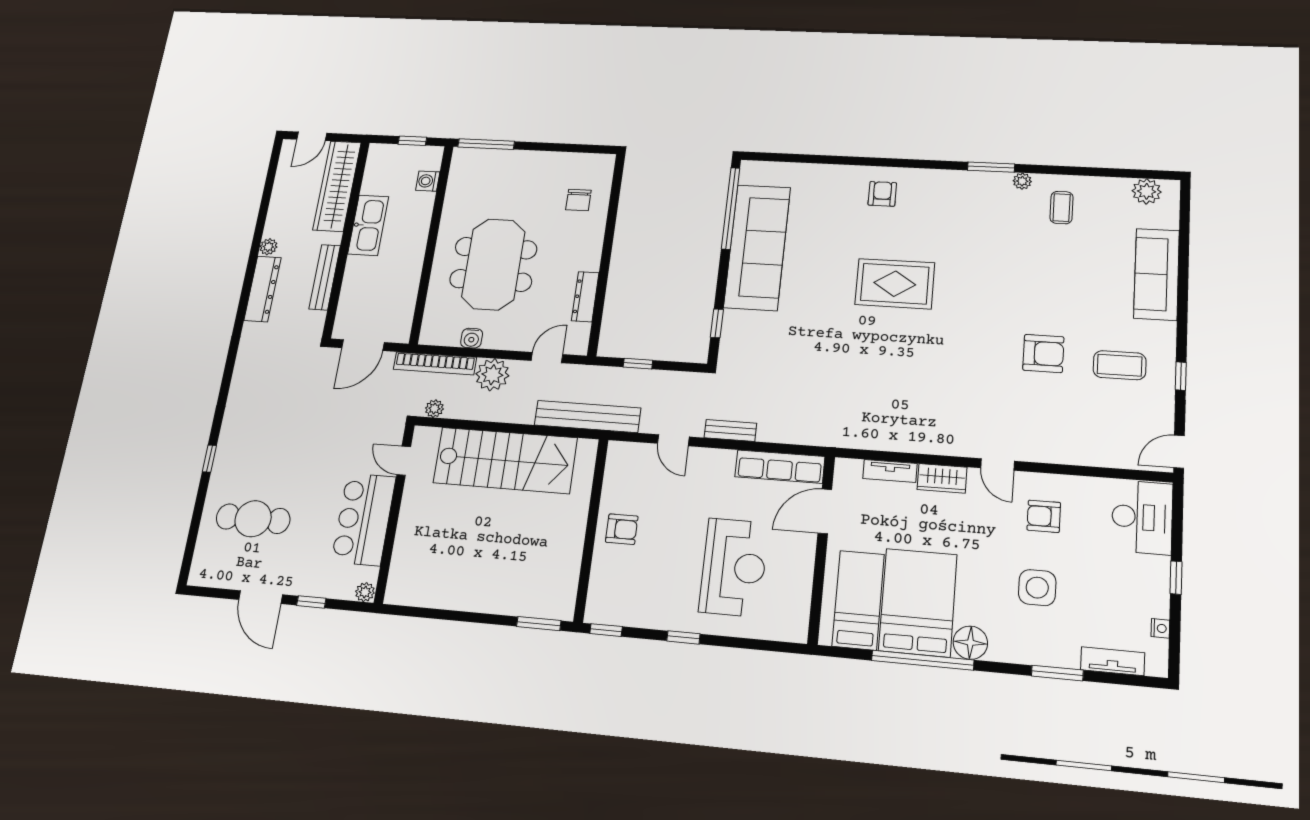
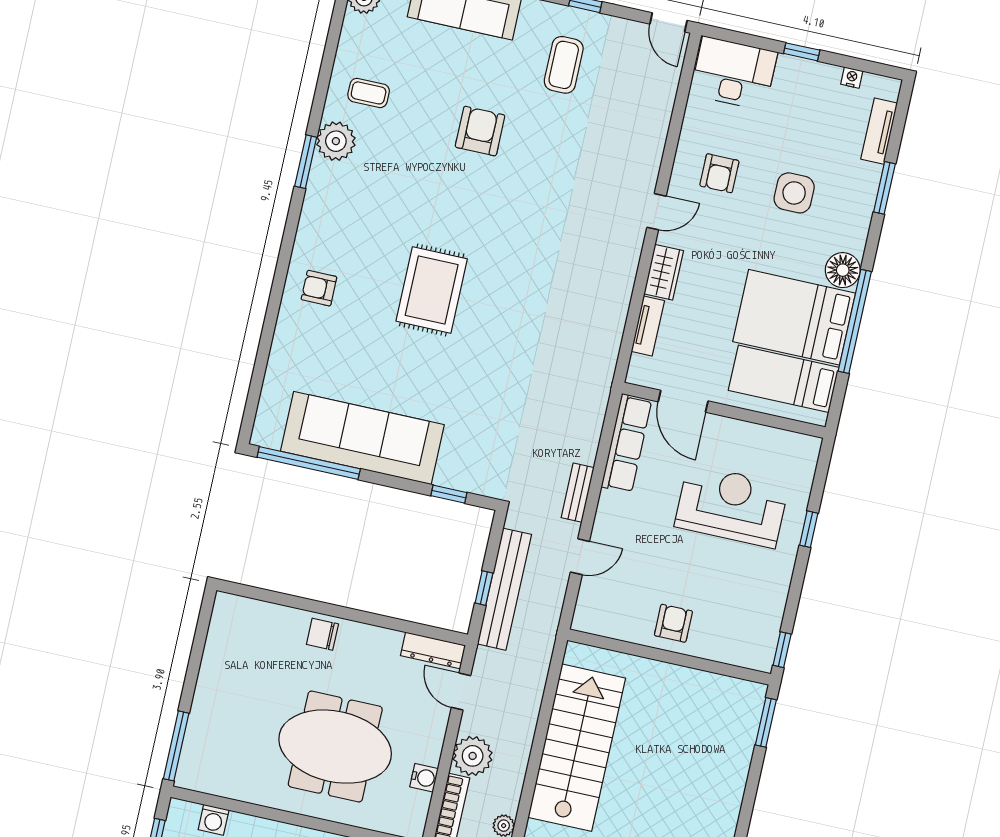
plant: (1022, 181) -> (336, 141), width x1.88, depth x1.88
chair: (578, 200) -> (322, 634), moved, turned 180
dresser: (585, 297) -> (433, 650), moved
armchair: (1043, 353) -> (480, 131), moved
bench: (587, 416) -> (504, 589), moved
window: (683, 637) -> (809, 529), moved

